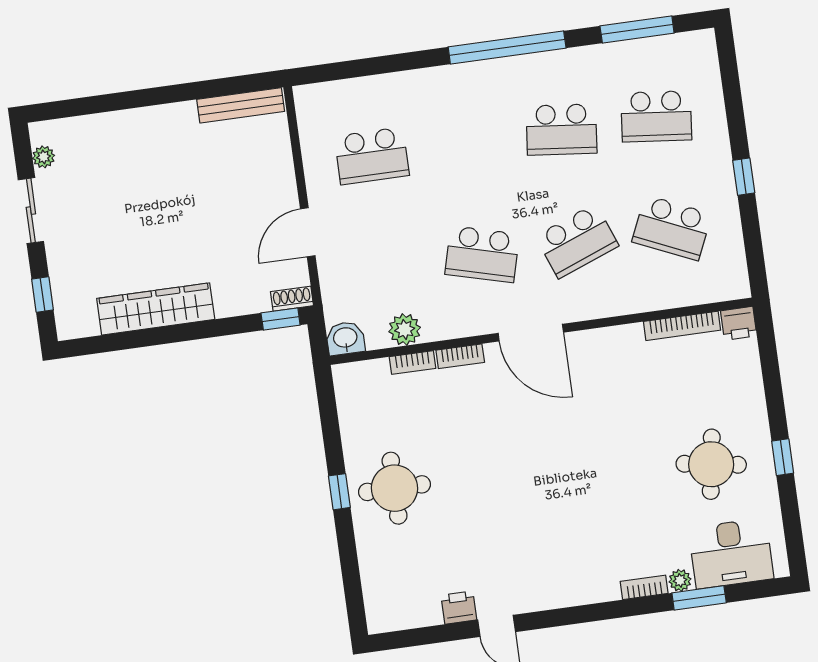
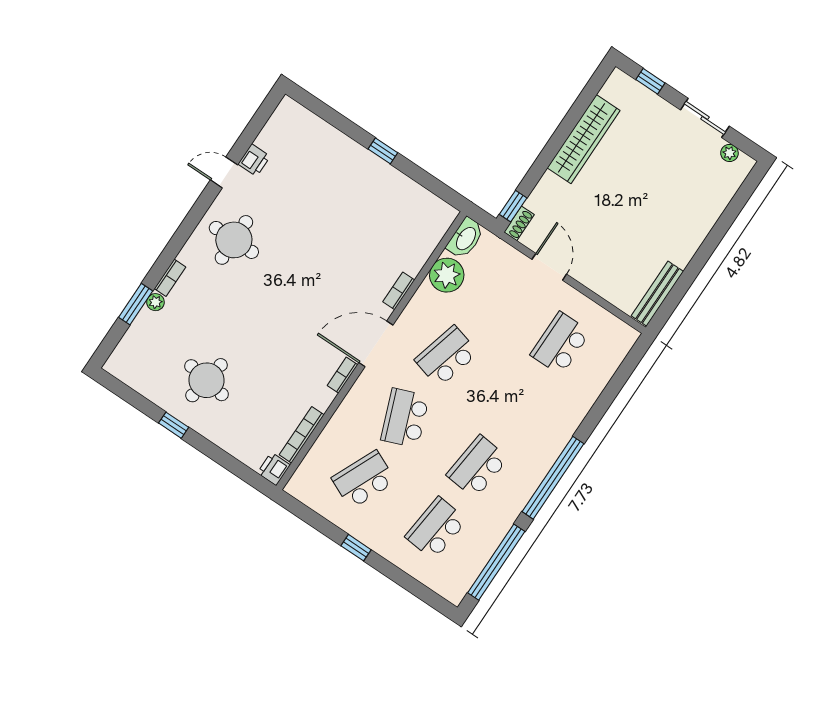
window: (637, 29) -> (496, 562), width x1.46
plant: (405, 329) -> (447, 275), width x1.36, depth x1.36
washbasin: (345, 338) -> (465, 238), width x1.38
bookcase: (413, 362) -> (342, 375), moved
round table: (395, 488) -> (234, 240), moved
desk: (731, 553) -> (145, 346), removed

